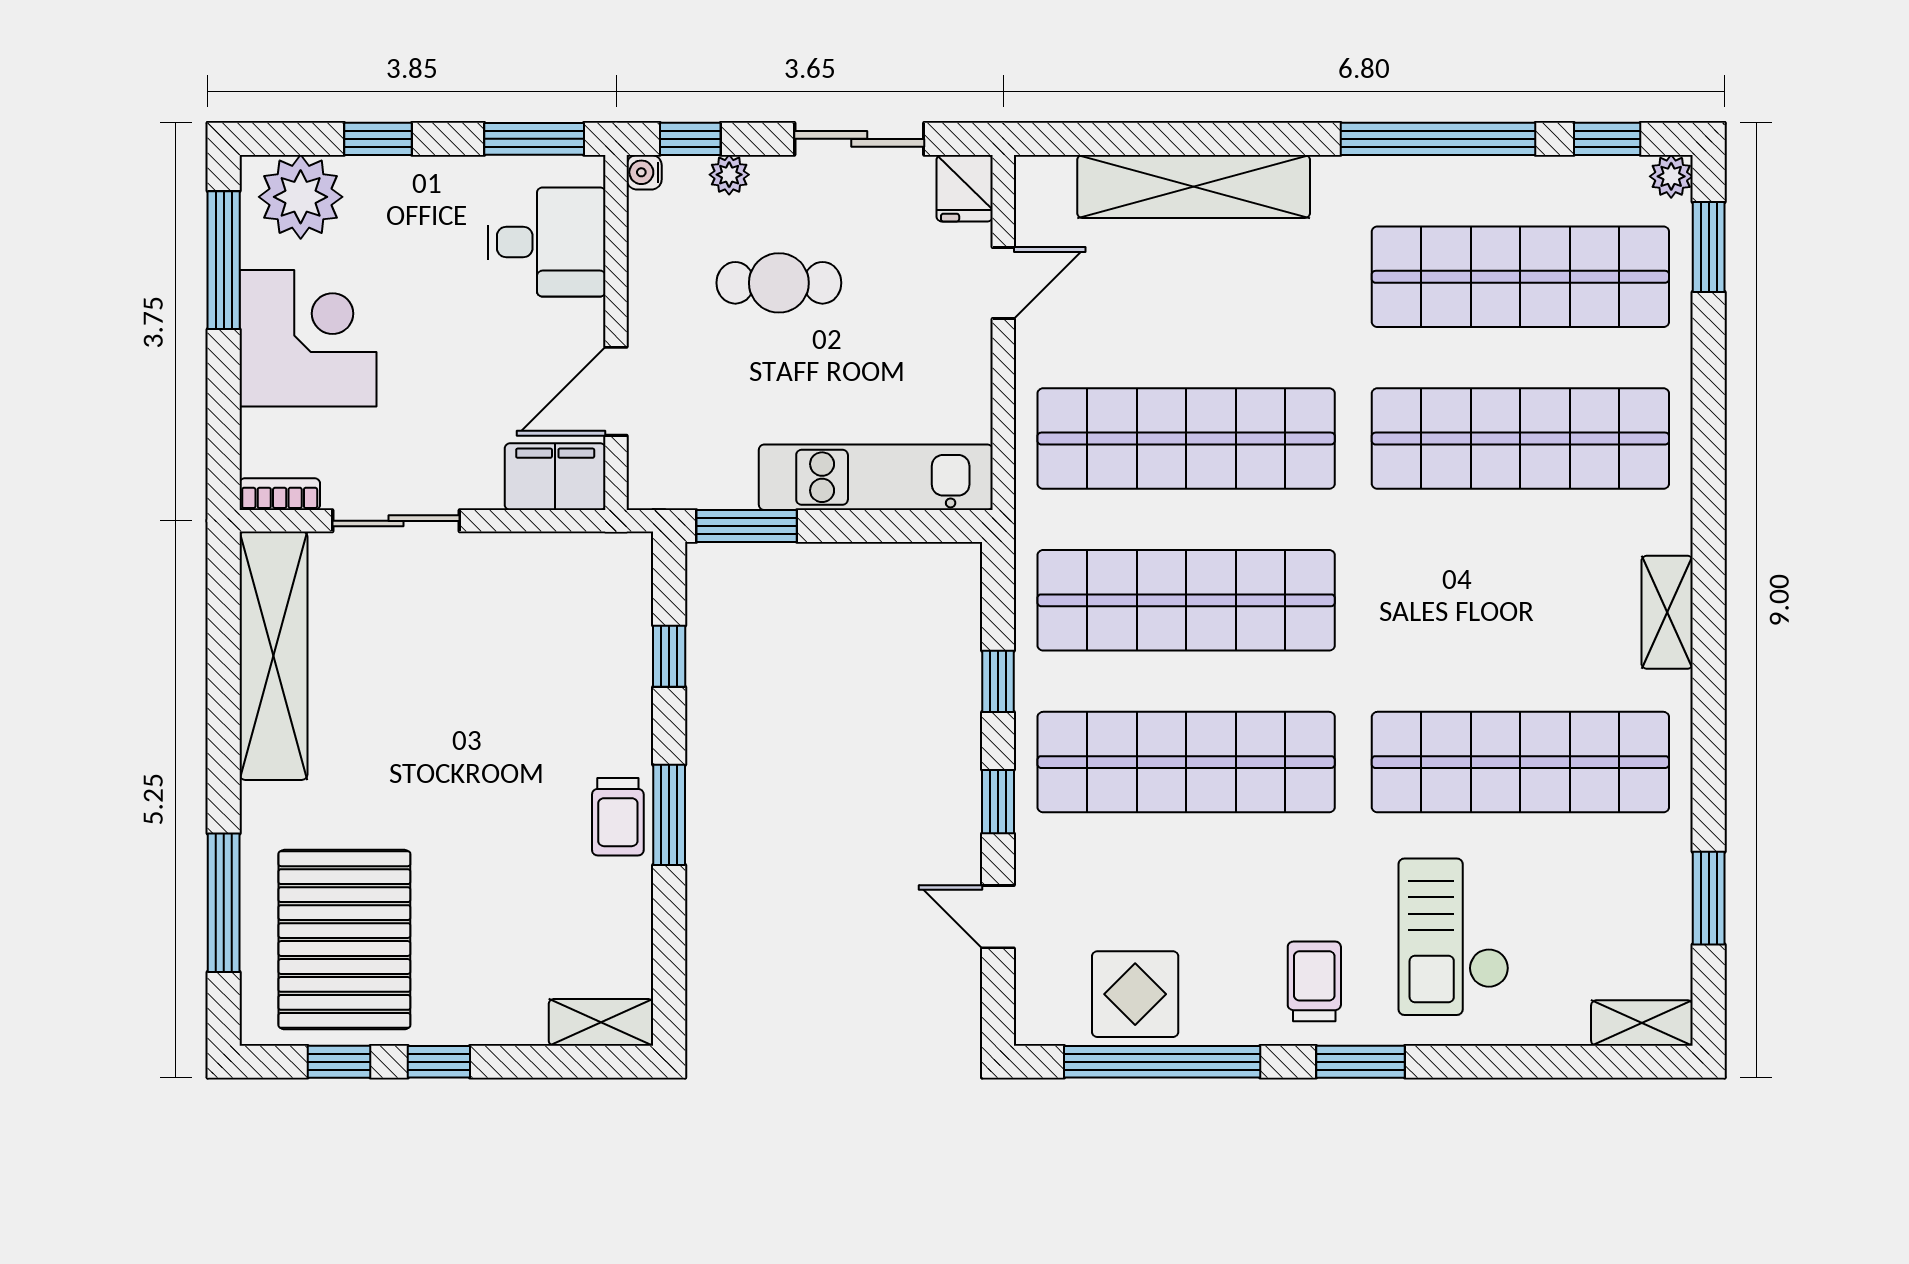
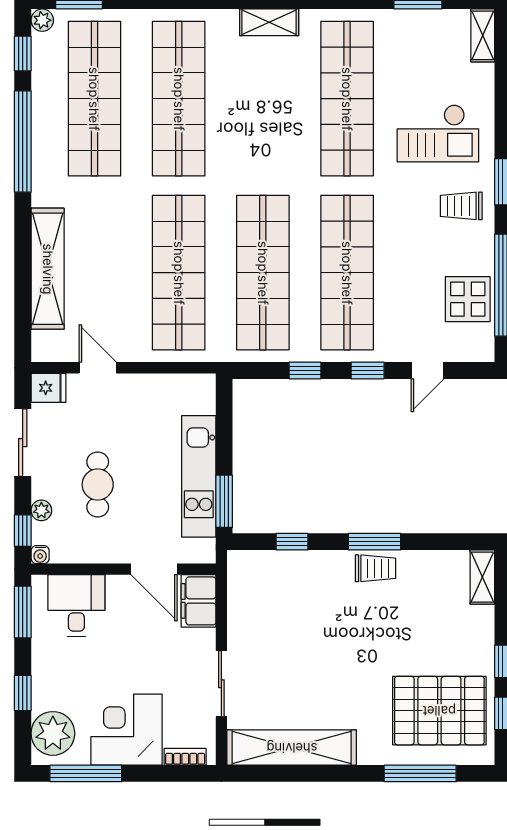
kitchen unit: (876, 477) -> (199, 476), moved
bookcase: (280, 494) -> (185, 757), moved, turned 90

